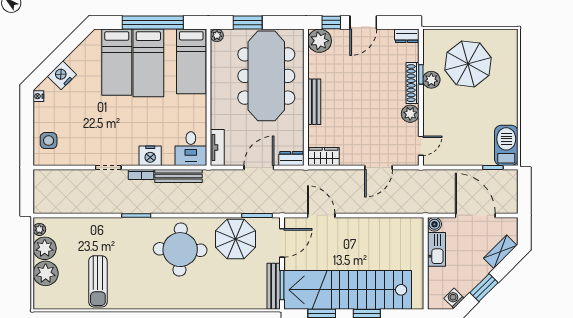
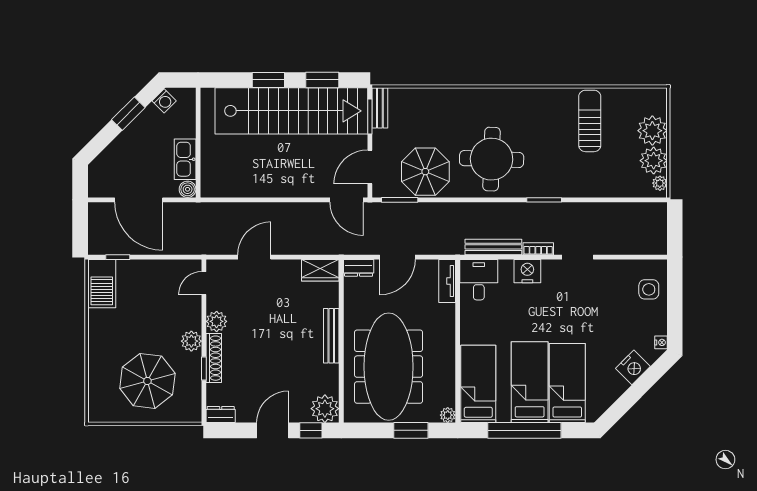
plant: (431, 80) -> (191, 341), moved
door: (321, 215) -> (346, 200), moved
shelving: (500, 252) -> (109, 156), removed
bench: (274, 286) -> (380, 108), width x0.73

